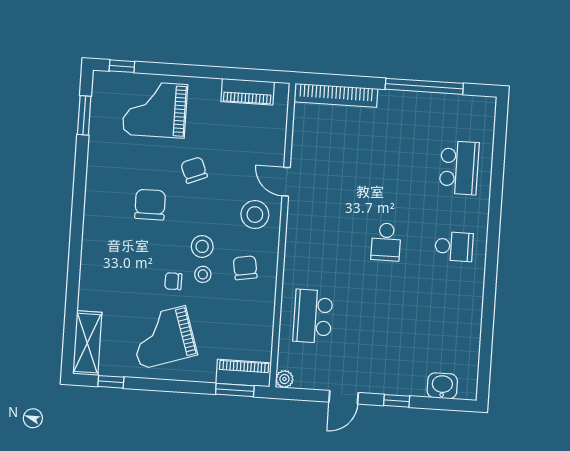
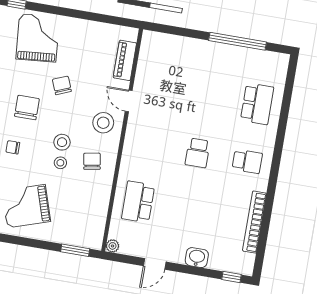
piano: (248, 92) -> (125, 60), moved, turned 90
bookcase: (336, 95) -> (254, 222), moved, turned 90
grand piano: (155, 110) -> (38, 38), turned 85
chair: (173, 281) -> (13, 147), moved
piano: (244, 373) -> (83, 238), removed
washbasin: (442, 386) -> (197, 258), moved
window: (397, 401) -> (231, 277), moved

